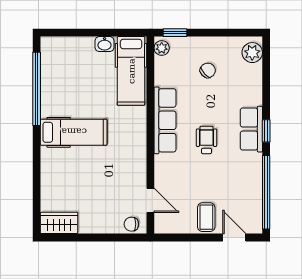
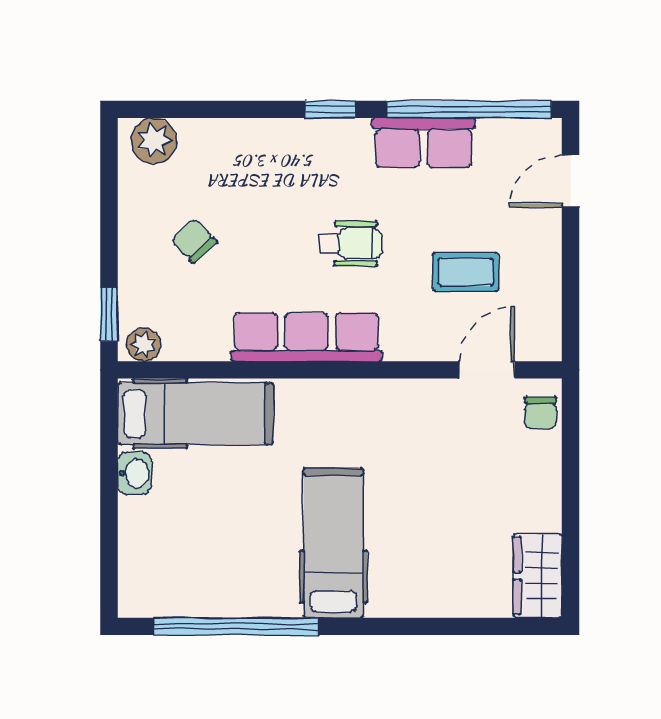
row of seats: (251, 129) -> (423, 143), moved
wheelchair: (206, 140) -> (351, 244), turned 180
coffee table: (206, 217) -> (466, 272), moved

